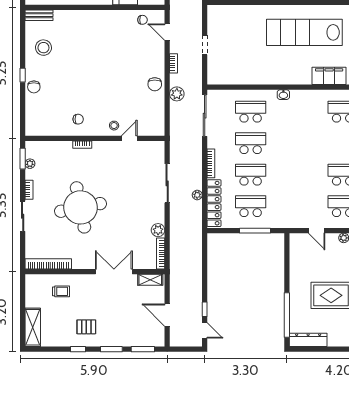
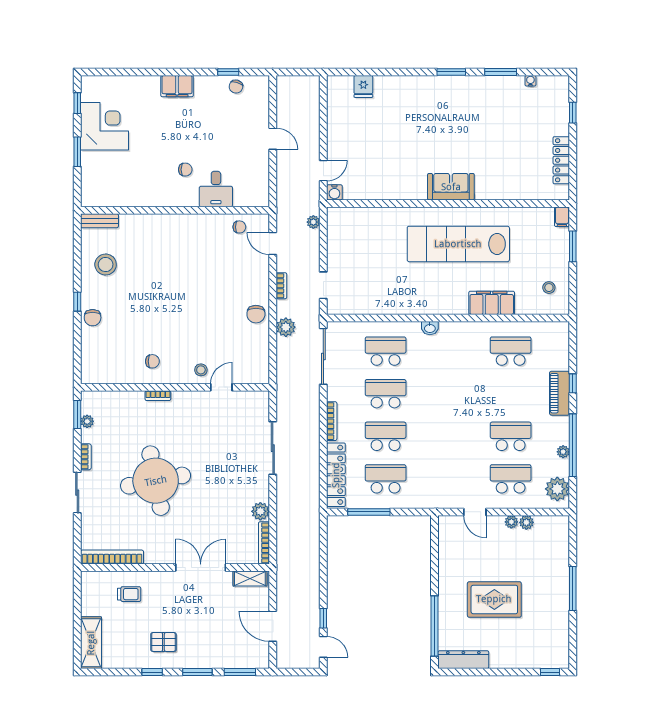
doorway: (205, 45) -> (323, 285), moved
plant: (197, 195) -> (313, 222), moved
window: (255, 231) -> (369, 512), moved

